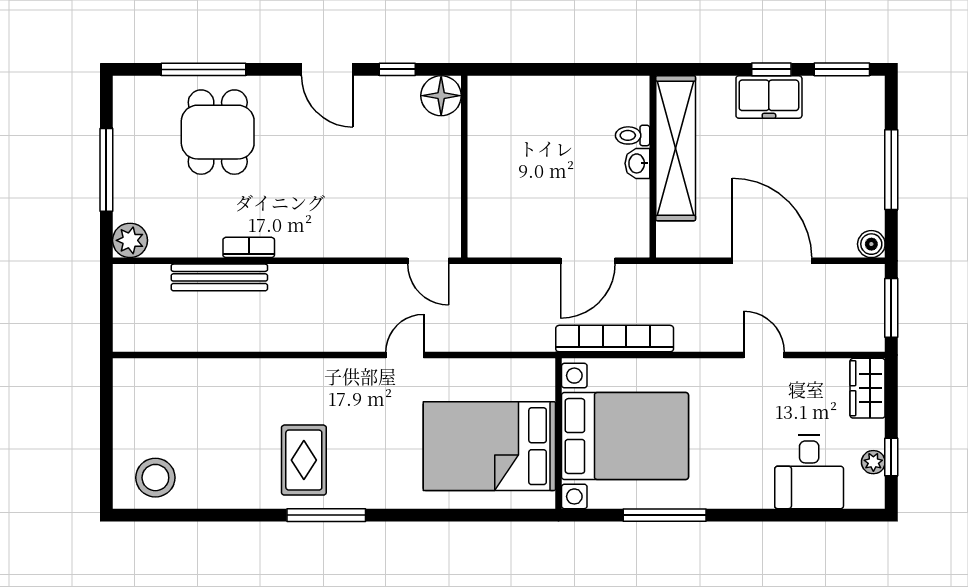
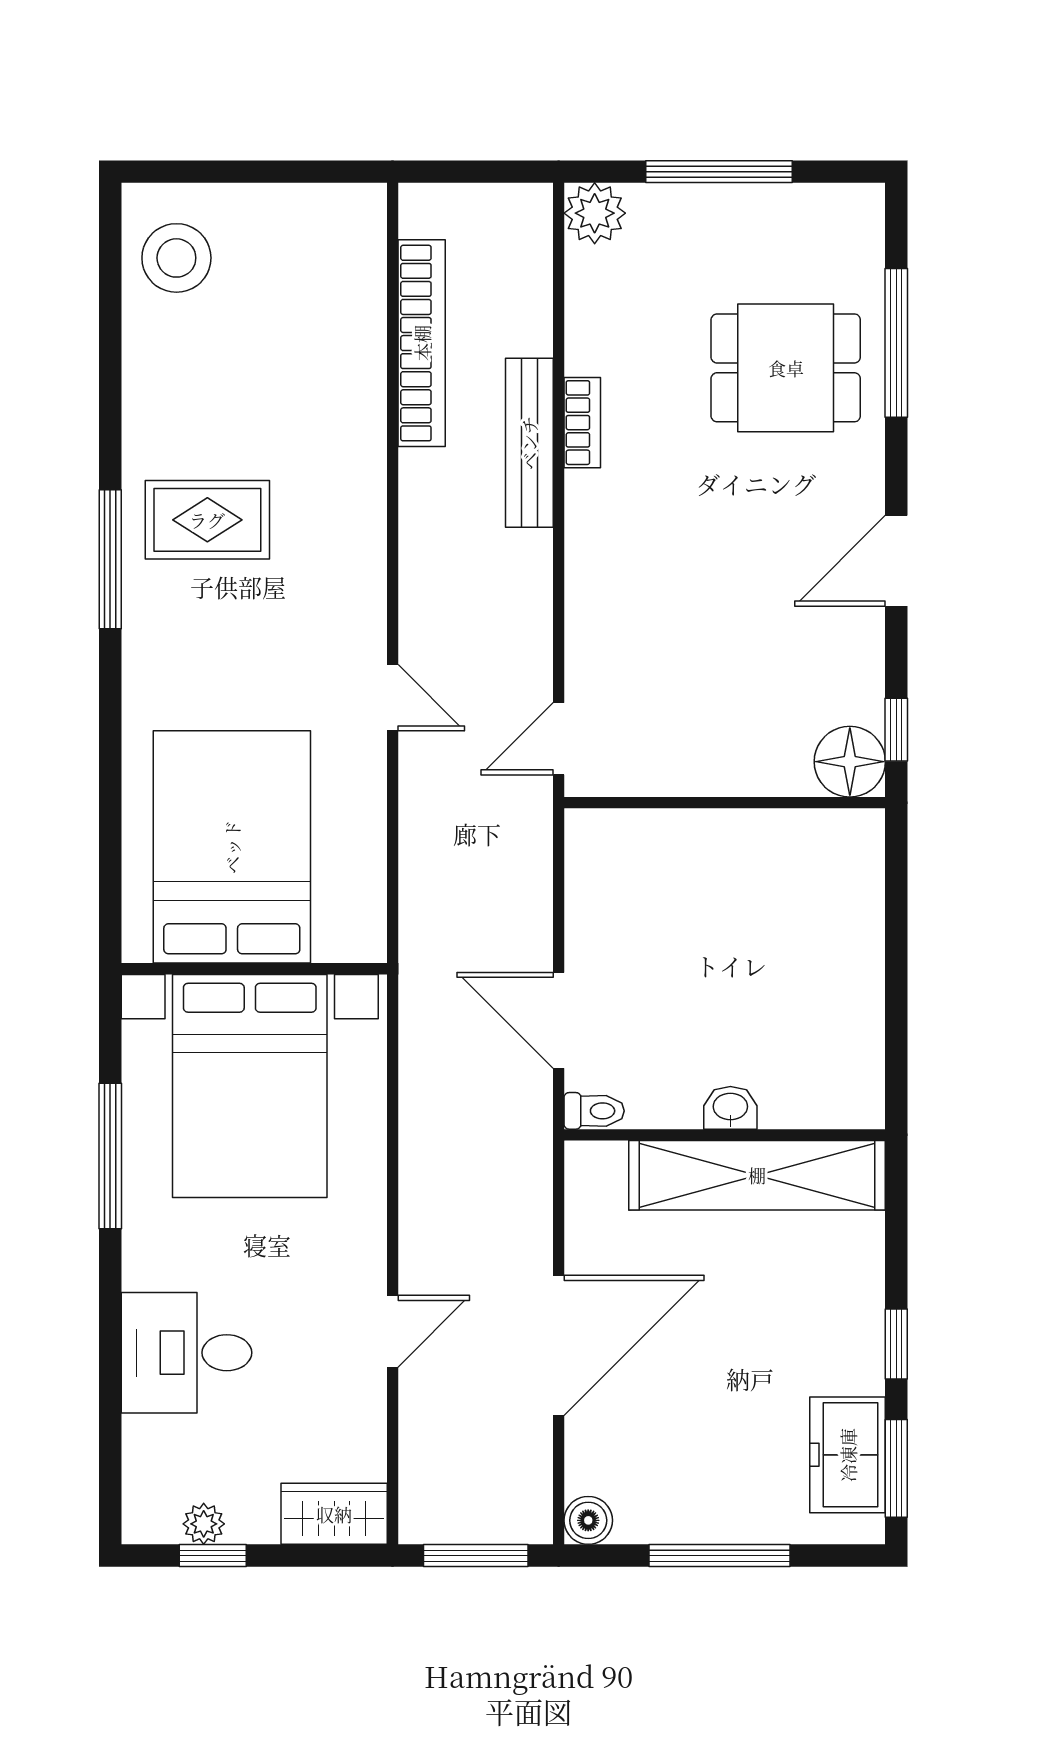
window: (397, 69) -> (896, 730), moved
freezer: (769, 97) -> (848, 1455), moved
toilet: (633, 135) -> (594, 1111), moved, turned 90
bench: (219, 277) -> (529, 443), moved
bookcase: (615, 339) -> (422, 343), moved
desk: (809, 472) -> (186, 1353), moved

